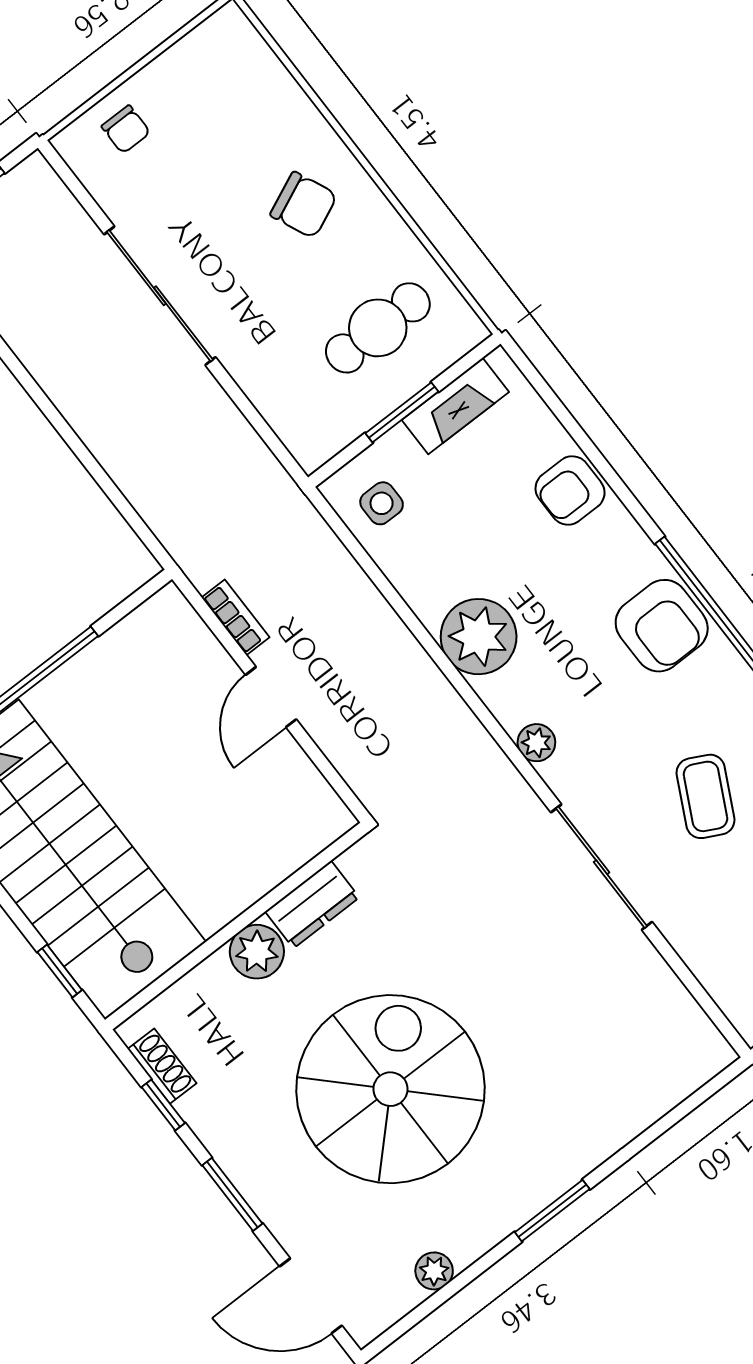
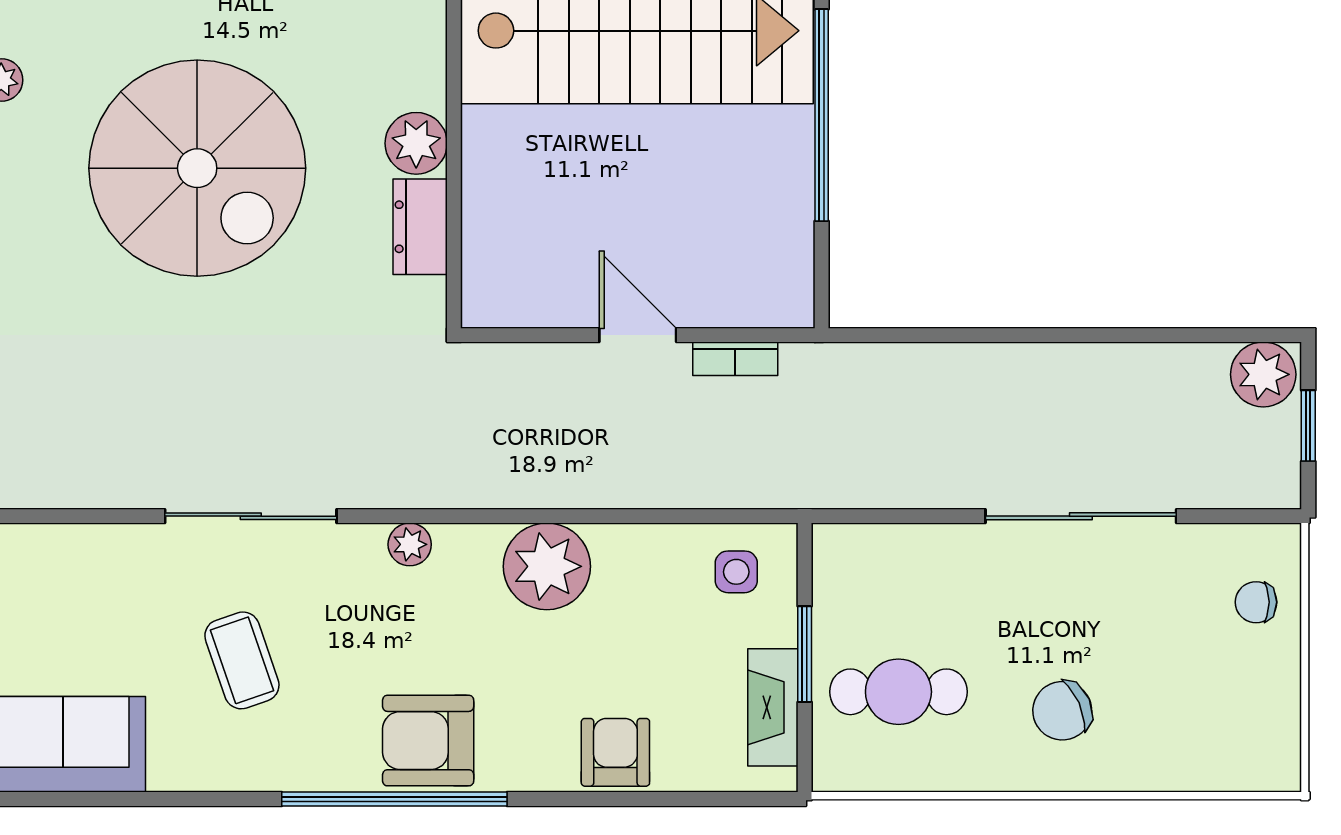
cafe table: (378, 328) -> (898, 692), turned 90
coffee table: (705, 796) -> (242, 660), turned 44

